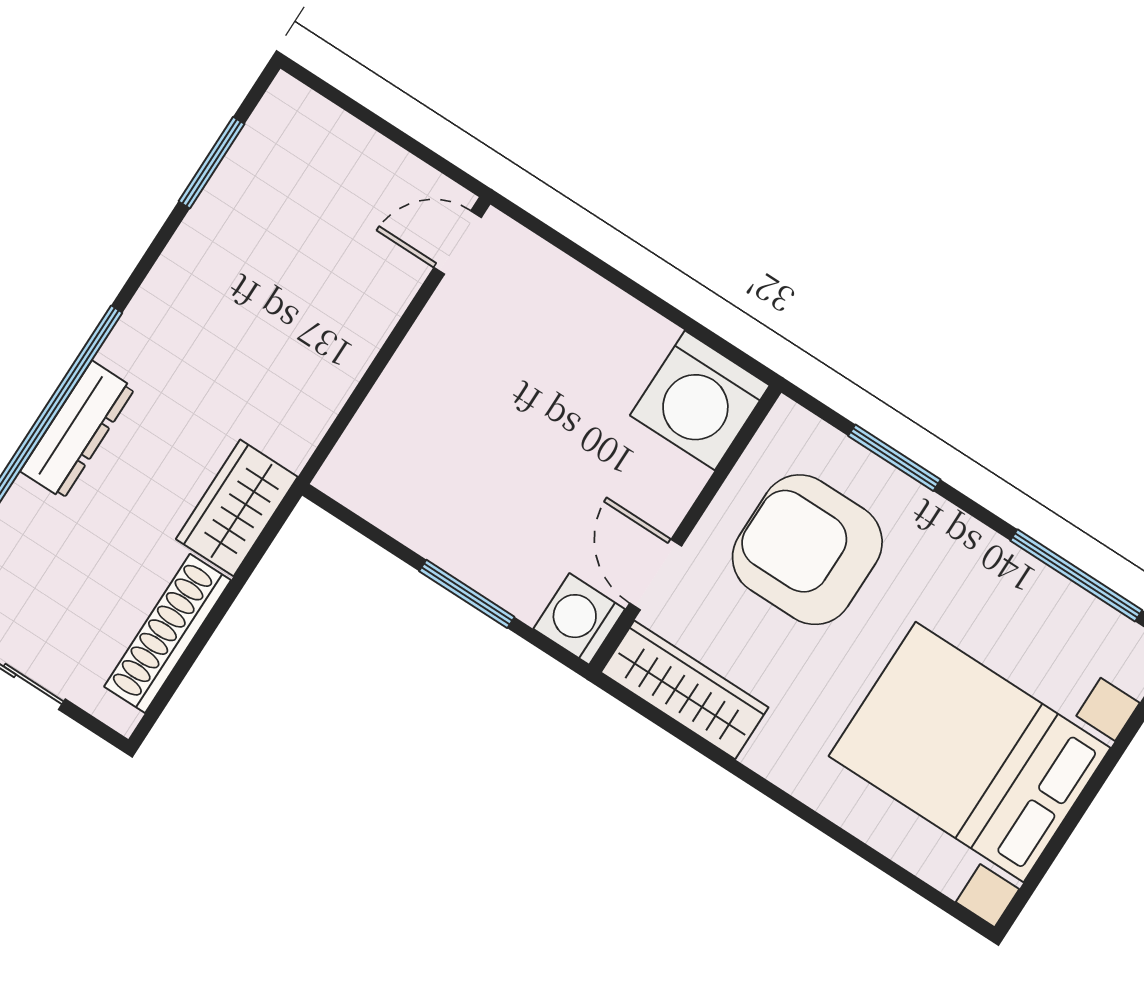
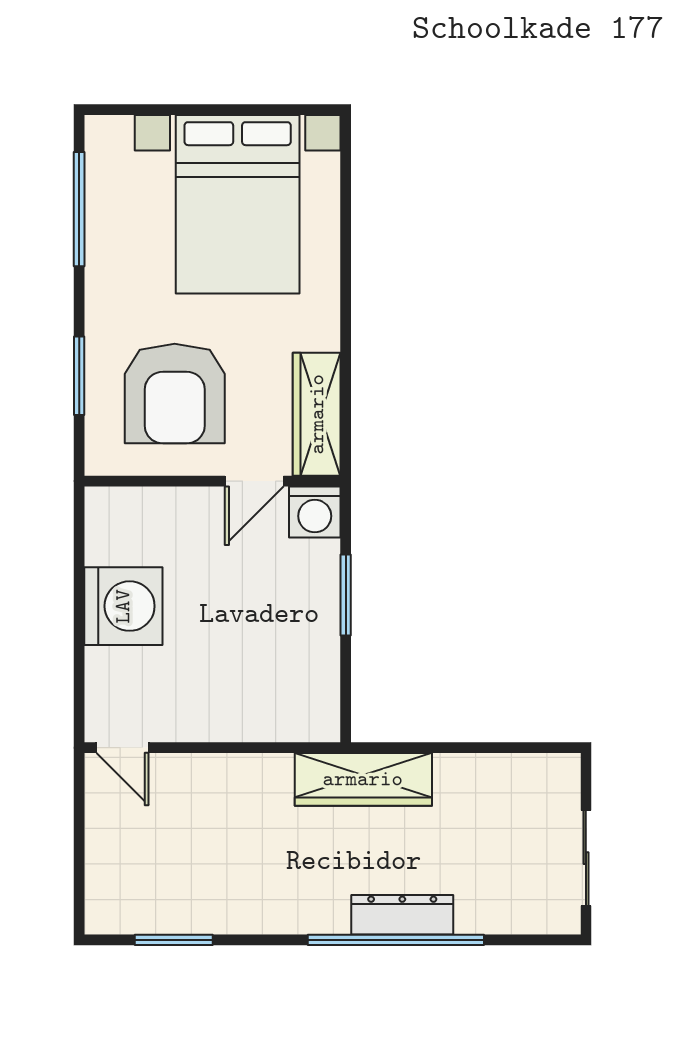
washing machine: (700, 400) -> (123, 606), moved
wardrobe: (237, 508) -> (363, 779), width x1.50
shoe rack: (167, 633) -> (496, 772), removed

